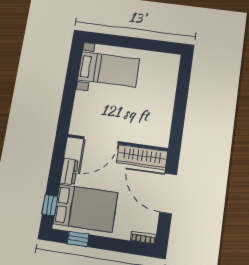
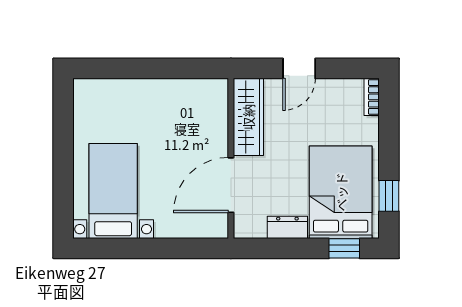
door: (101, 140) -> (231, 185), swing flipped
door: (168, 193) -> (299, 68), width x0.53

